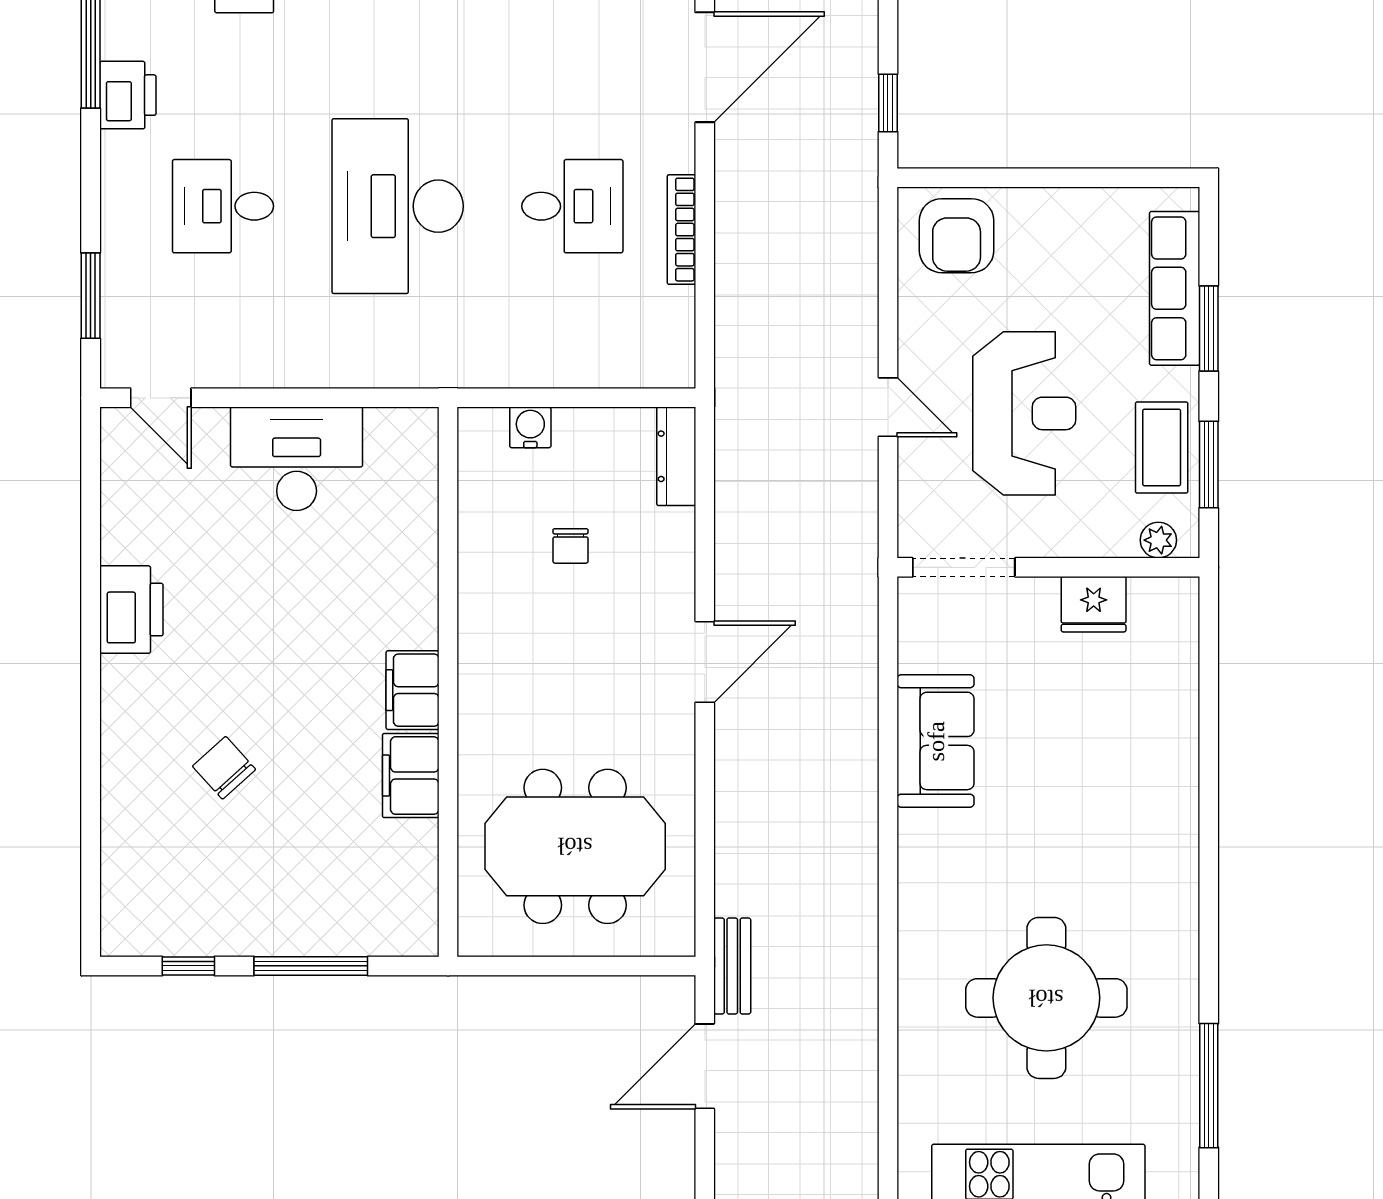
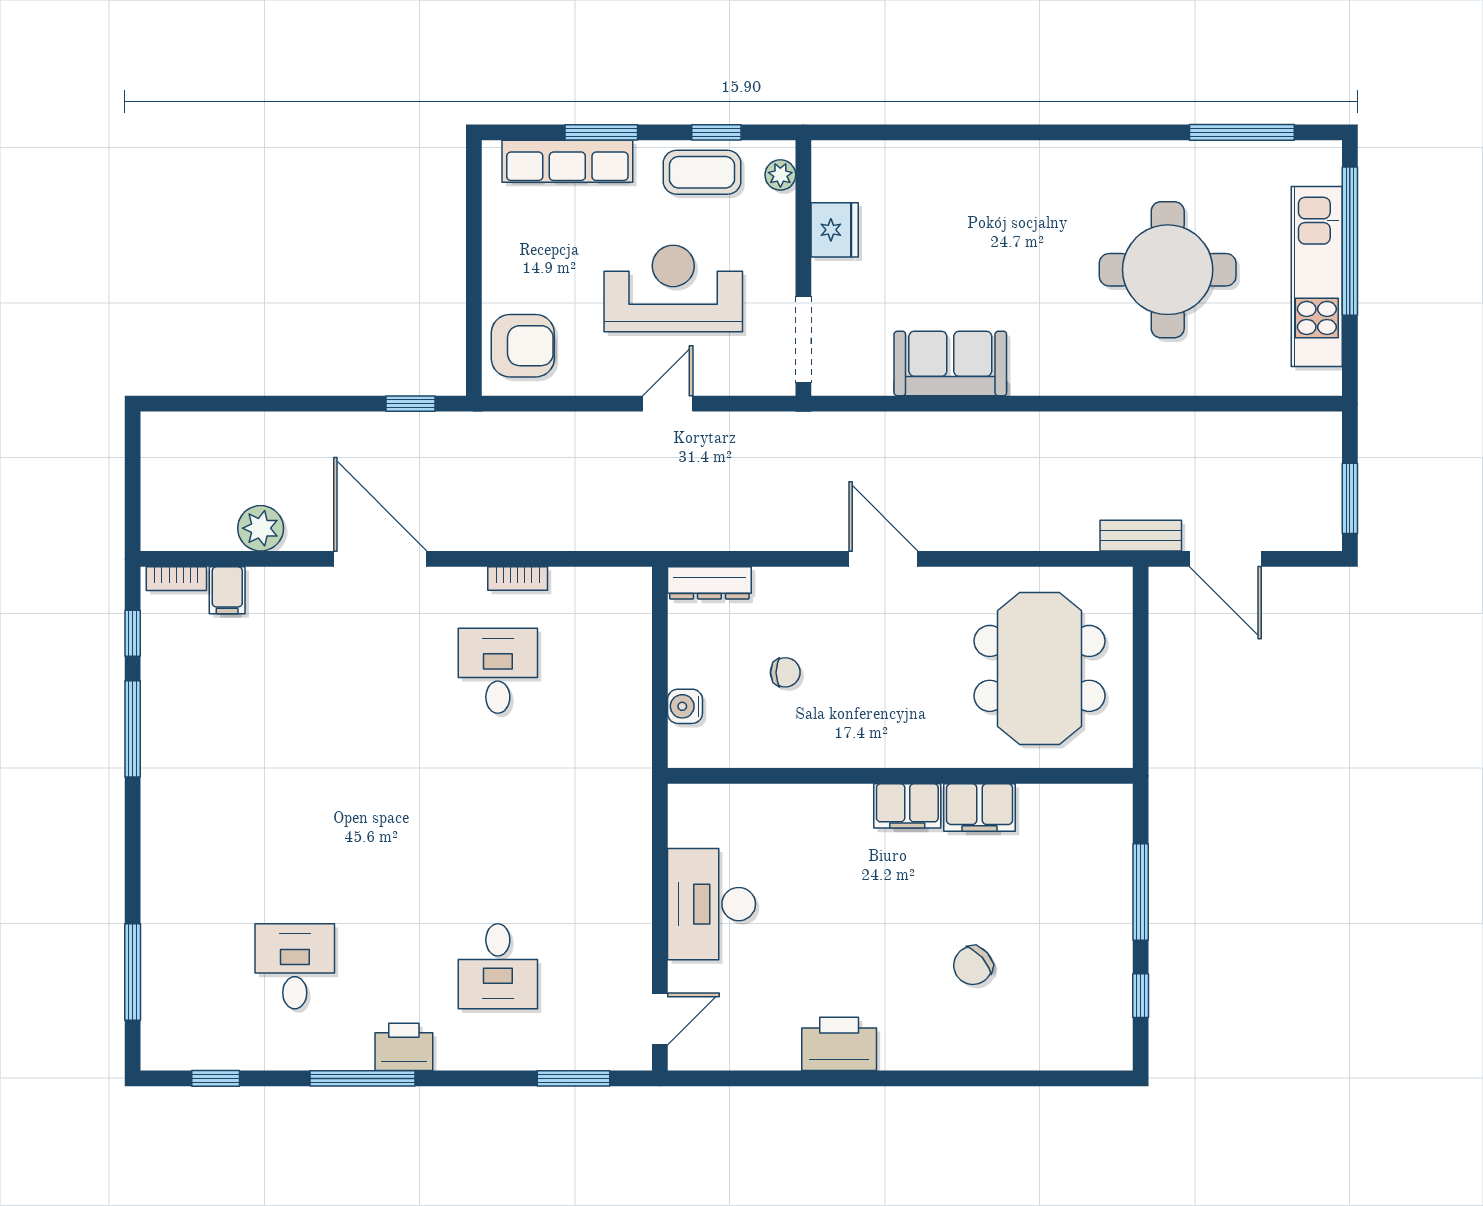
desk: (398, 206) -> (498, 819), removed
bookcase: (681, 230) -> (518, 578), width x0.64
window: (1209, 465) -> (716, 132), width x0.67

